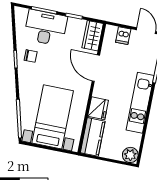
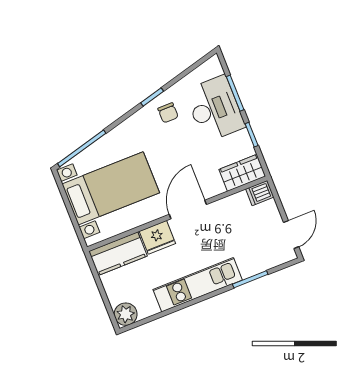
dishwasher: (123, 36) -> (260, 193), moved
door: (96, 68) -> (188, 209), moved

